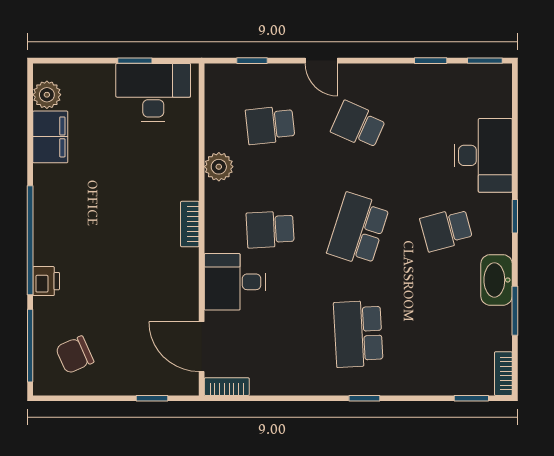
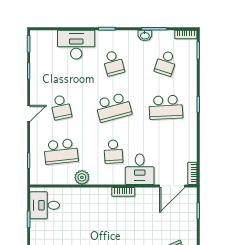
door: (321, 61) -> (29, 113), moved
desk: (153, 93) -> (45, 205), width x0.73
school desk: (270, 125) -> (61, 152), width x1.85
school desk: (358, 125) -> (61, 107), turned -36
bookcase: (190, 224) -> (123, 192), moved
school desk: (358, 229) -> (113, 107), turned -33
washbasin: (497, 280) -> (145, 35), width x0.52, depth x0.69
school desk: (446, 334) -> (166, 63), added

